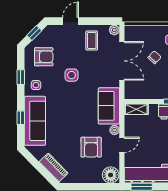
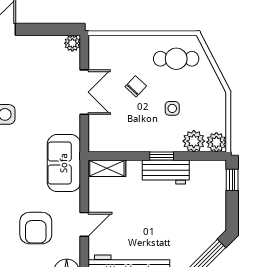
coffee table: (92, 41) -> (37, 60), removed
double door: (122, 61) -> (84, 92), width x0.73
plant: (115, 130) -> (73, 201), removed

